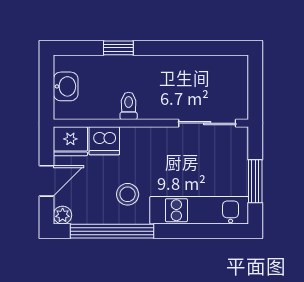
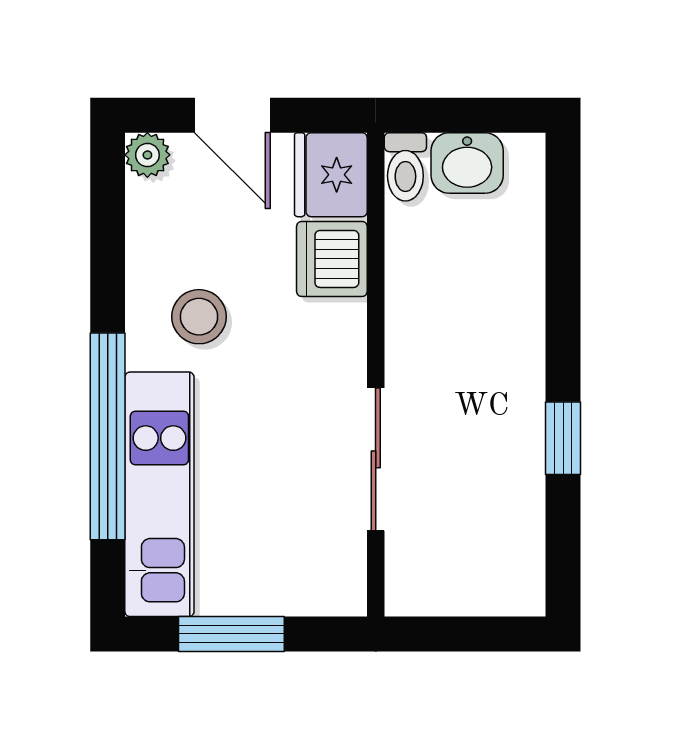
window: (118, 48) -> (563, 438), moved
toilet: (129, 106) -> (405, 167), moved, turned 90
sliding door: (207, 123) -> (376, 459), moved
window: (112, 231) -> (108, 436), moved

